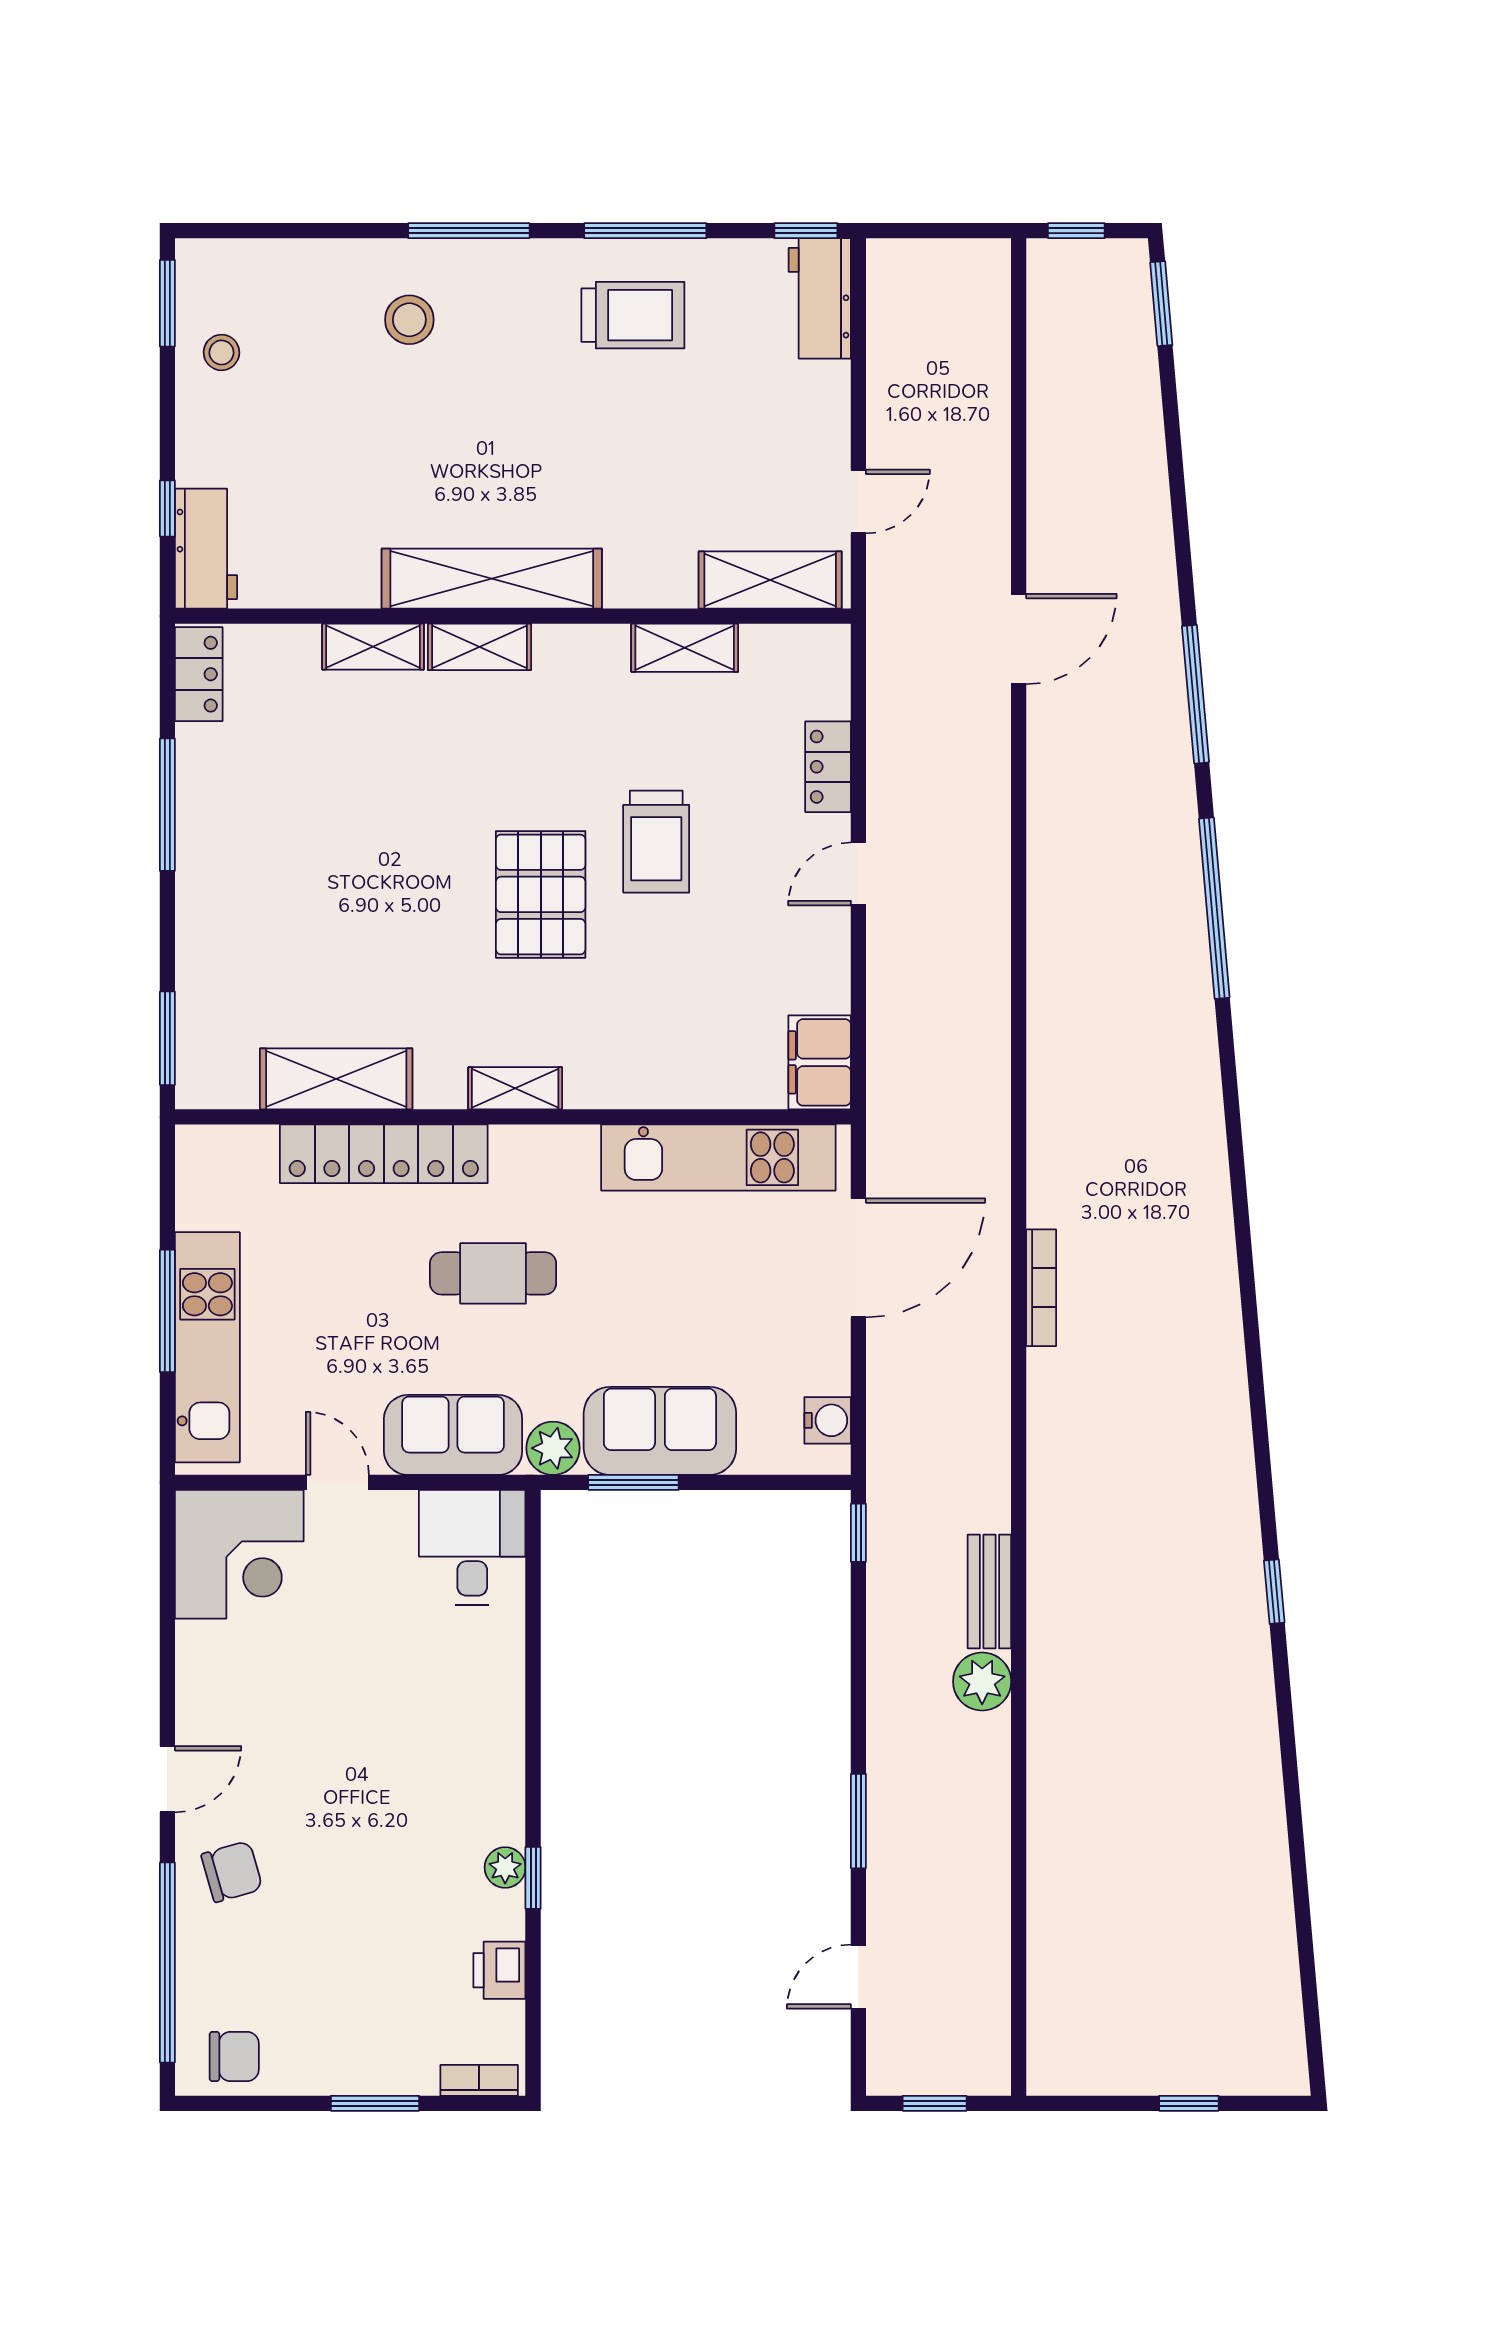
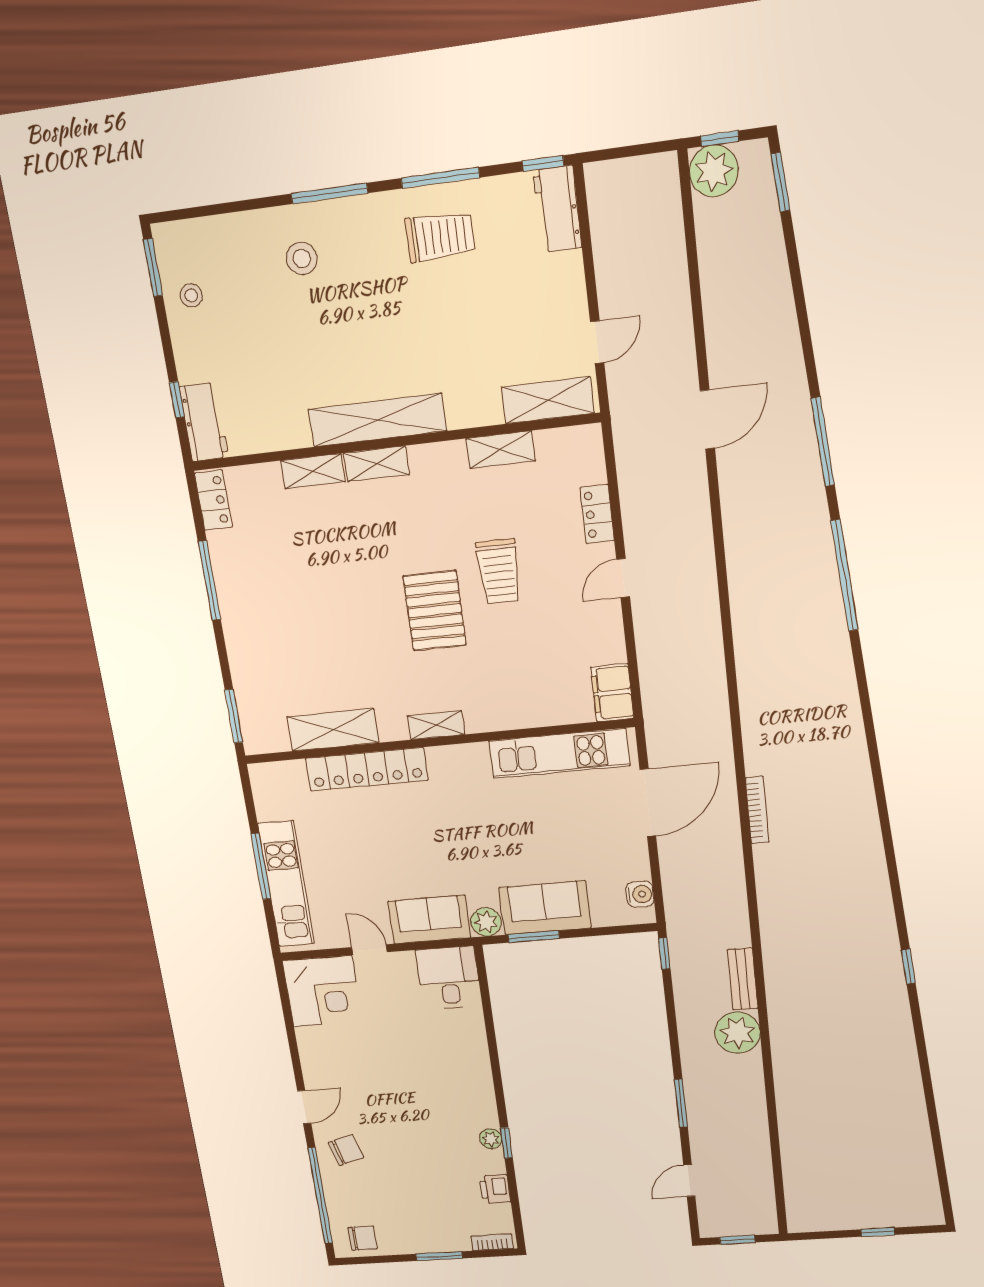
plant: (1063, 275) -> (714, 171), added
cafe table: (493, 1273) -> (439, 830), removed
plant: (982, 1681) -> (737, 1033), width x1.36, depth x1.36

